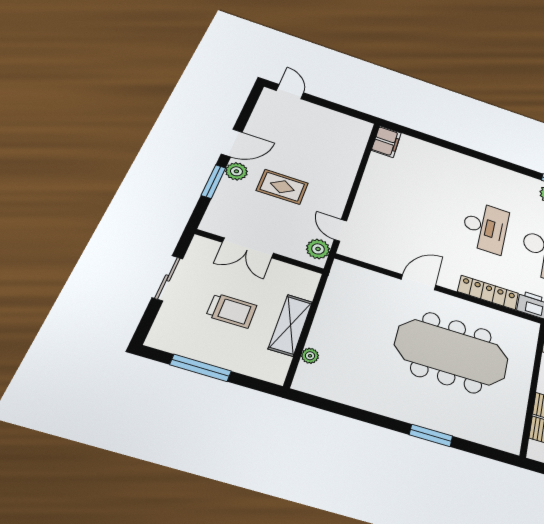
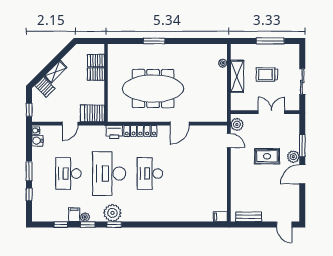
bench: (343, 120) -> (249, 217), added
filing cabinet: (386, 142) -> (220, 217), width x0.50

